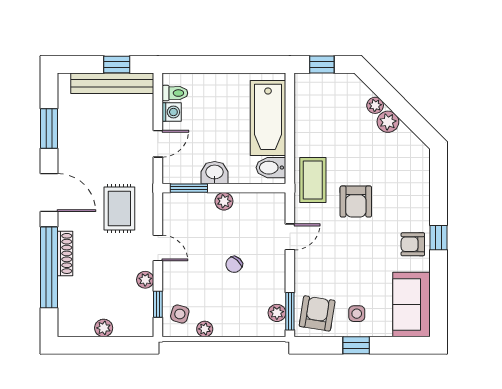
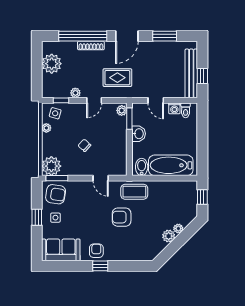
plant: (224, 201) -> (122, 110), moved
plant: (277, 313) -> (51, 166), width x1.87, depth x1.87
plant: (104, 328) -> (52, 64), width x1.88, depth x1.88

